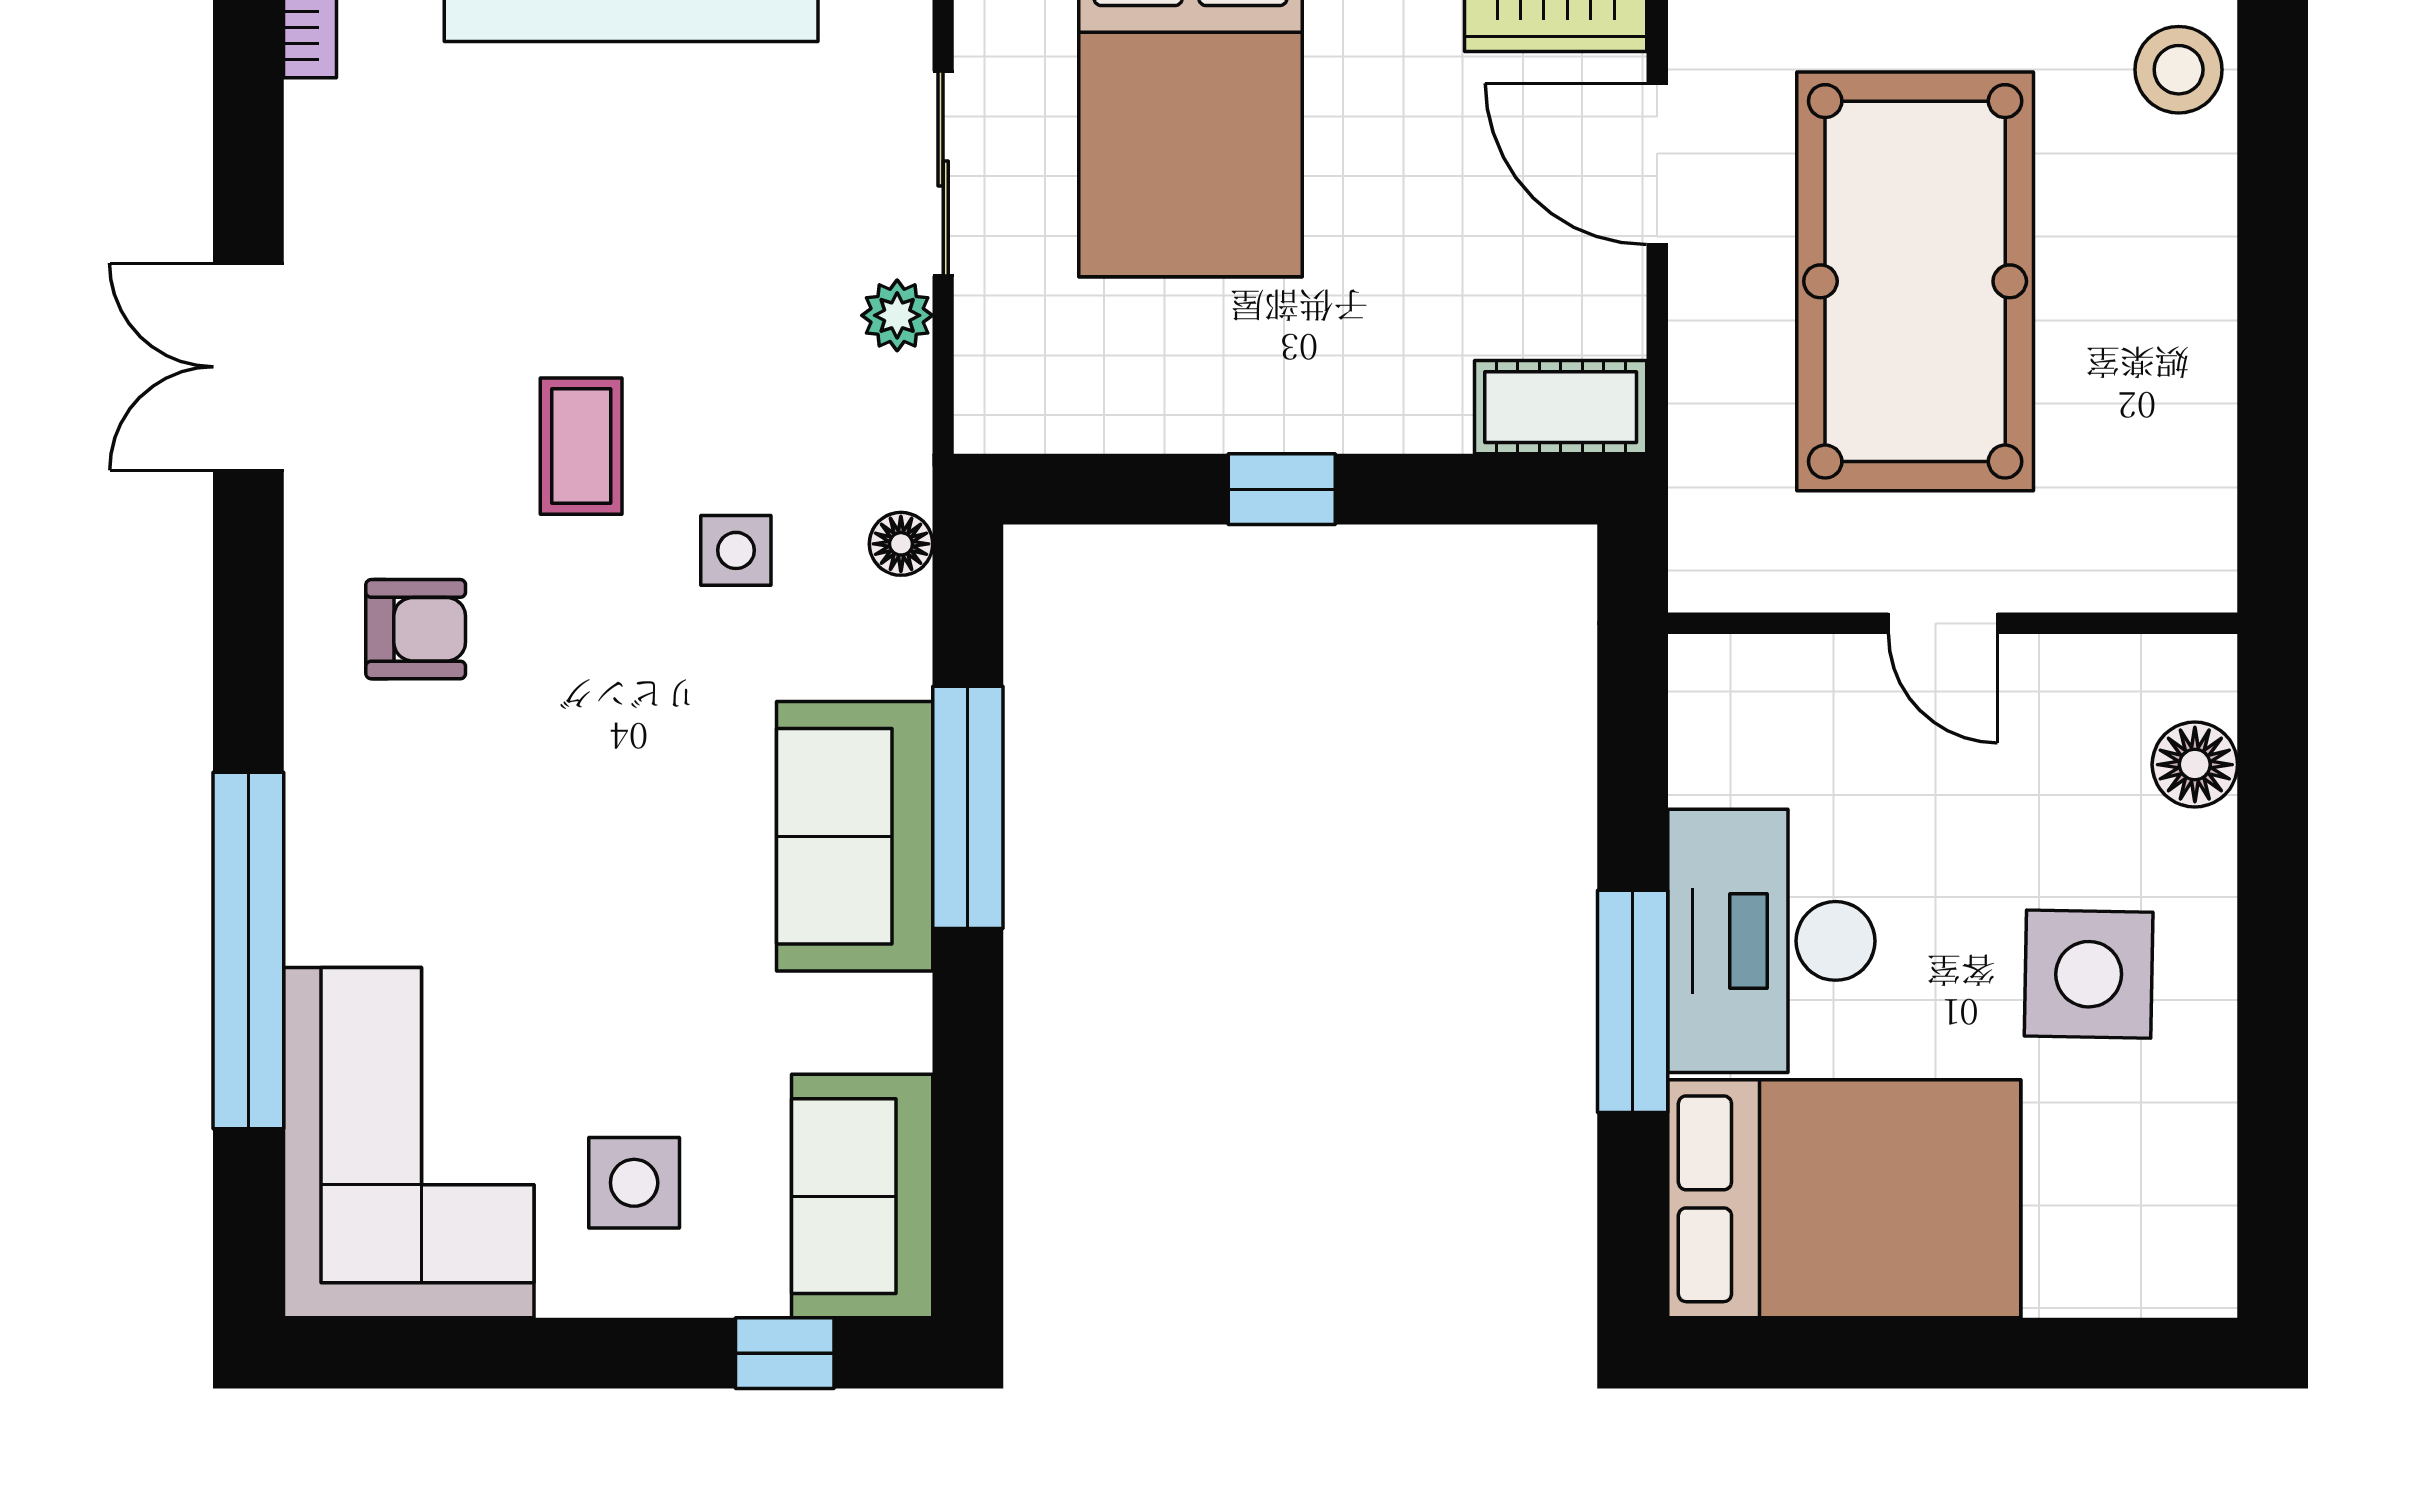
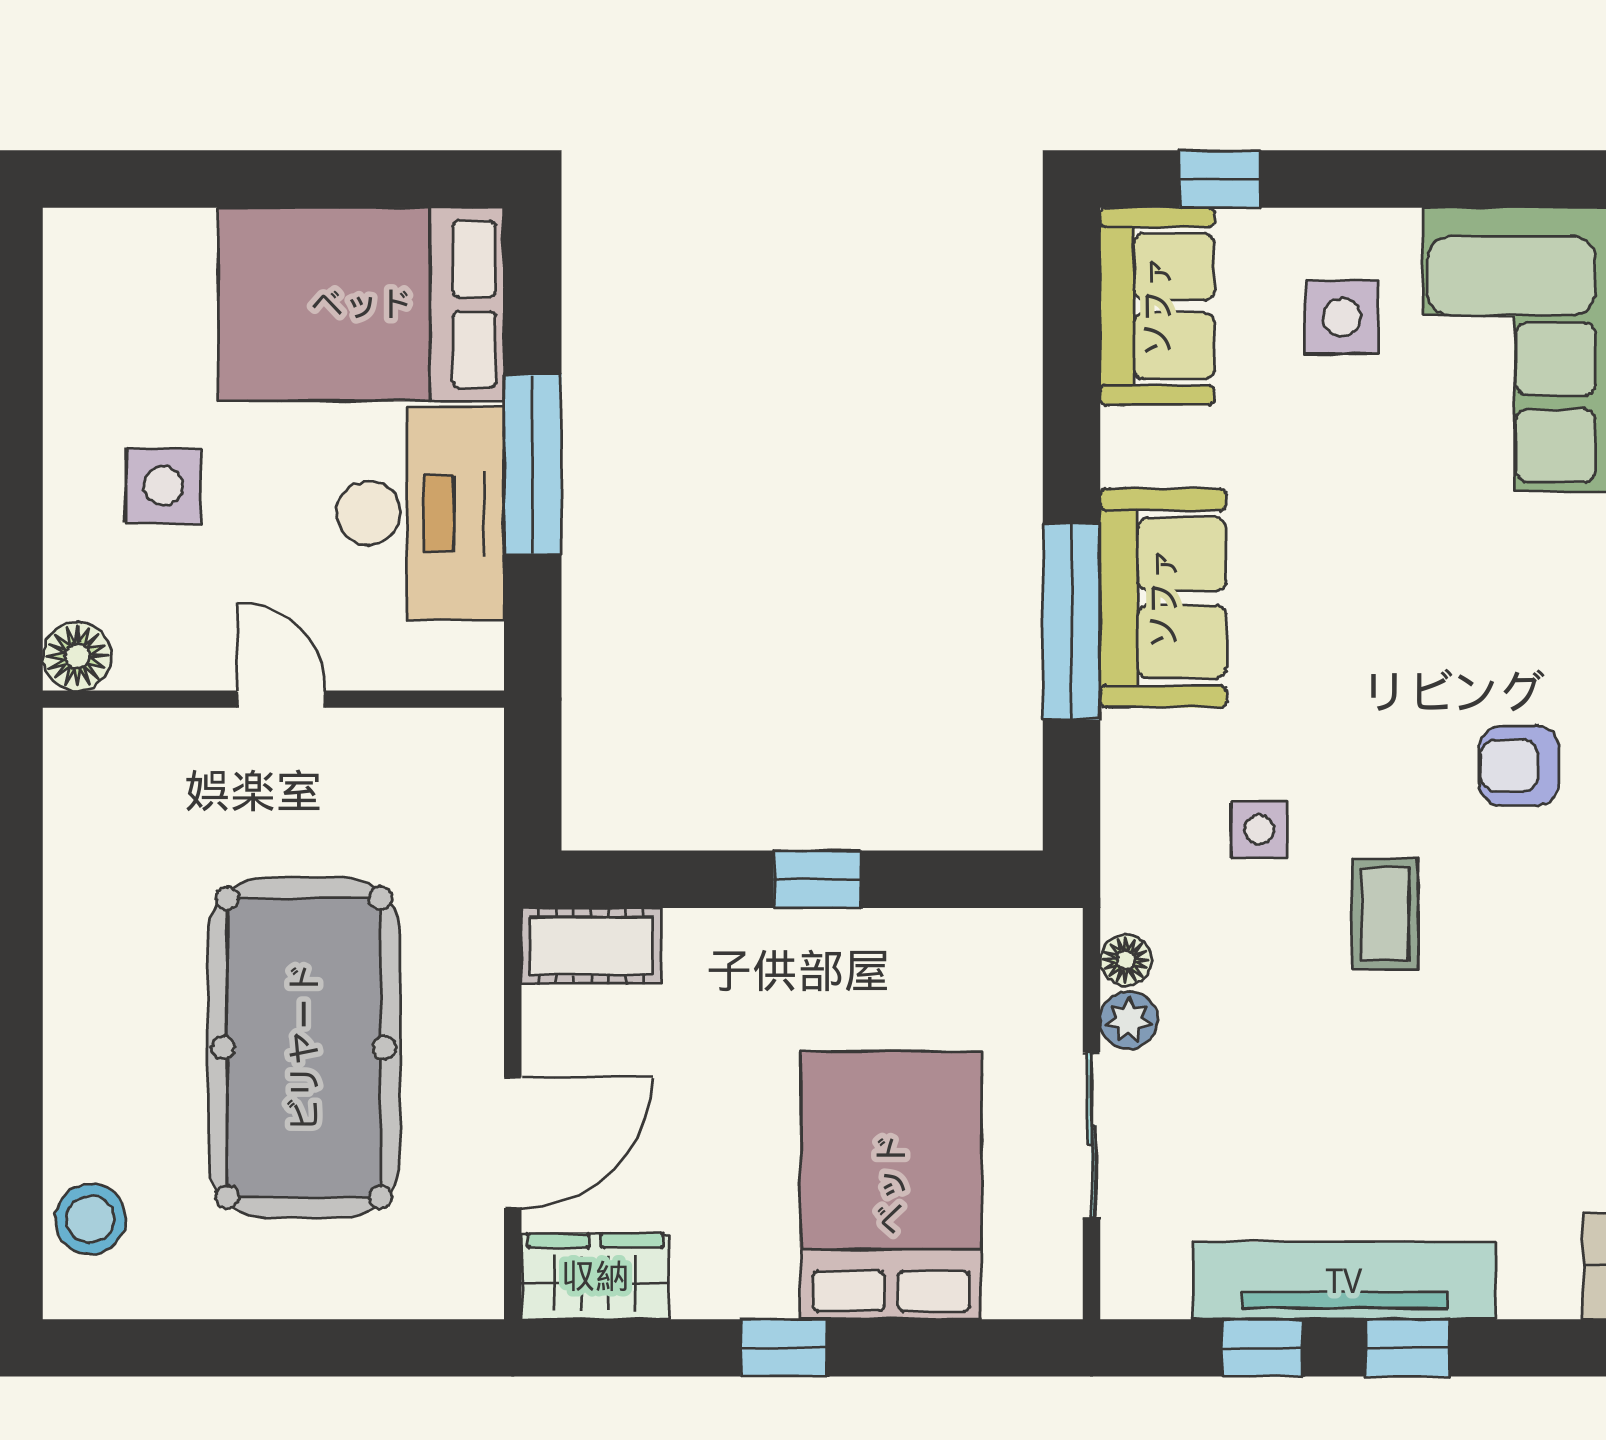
door: (1657, 164) -> (513, 1143), hinge flipped
floor lamp: (901, 544) -> (1126, 960), moved
door: (1943, 623) -> (281, 699), moved
wall: (1953, 623) -> (273, 699), moved
side table: (2089, 974) -> (163, 486), width x0.73, depth x0.73

